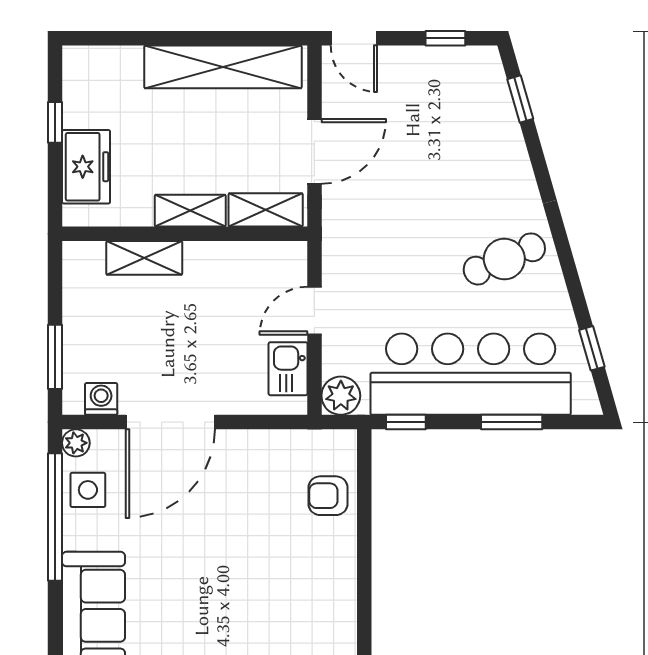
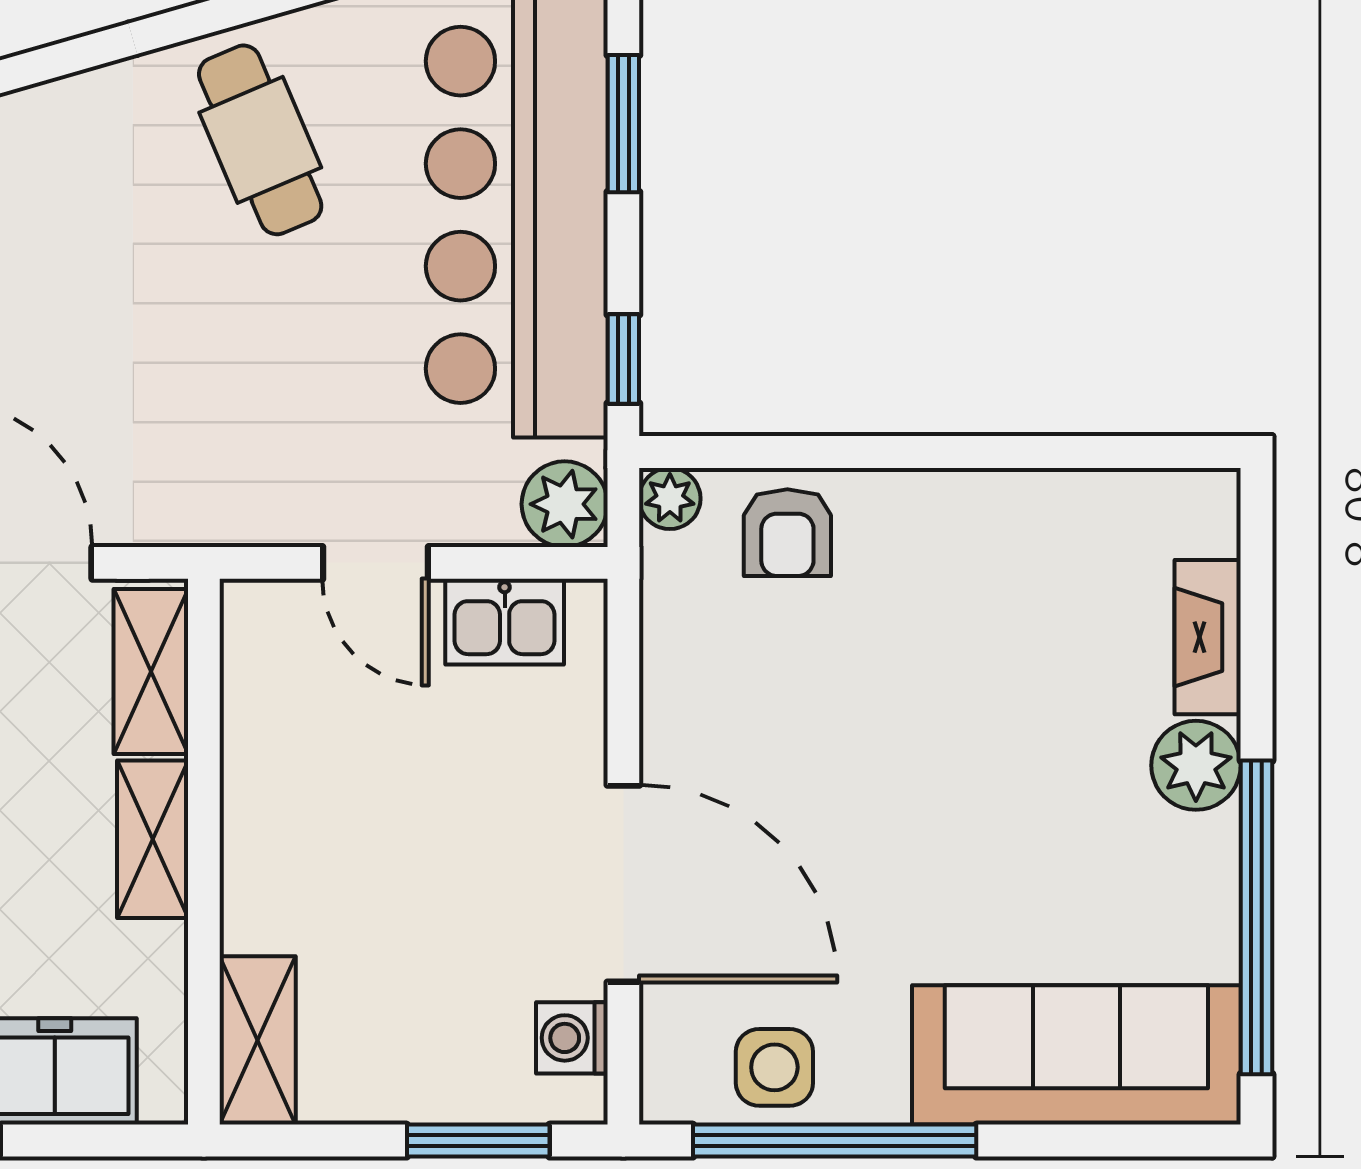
shelving: (144, 258) -> (258, 1040), moved
plant: (76, 443) -> (670, 499), moved

